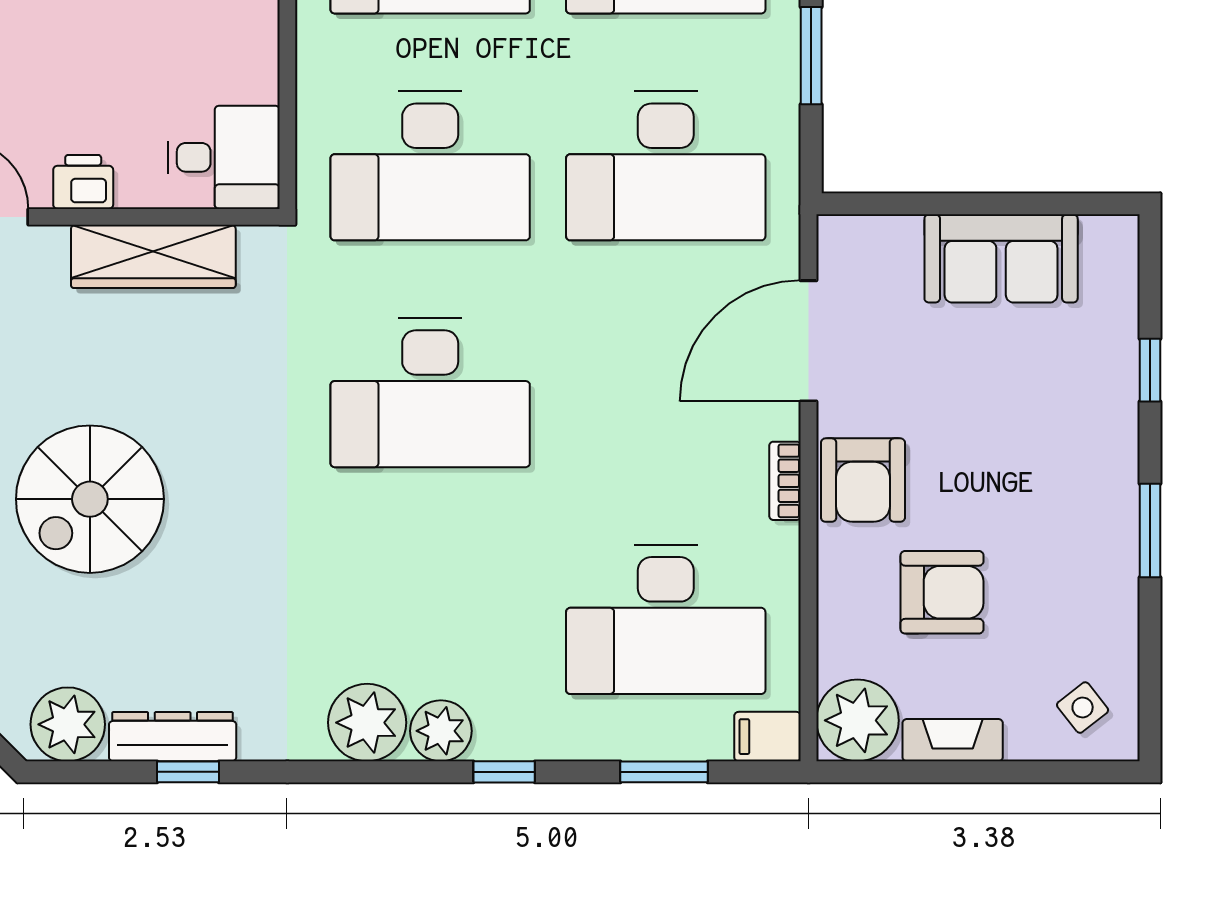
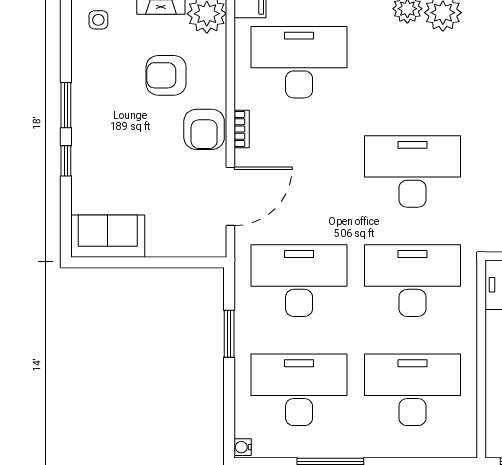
sofa: (1001, 258) -> (108, 236), moved
window: (1150, 370) -> (66, 161), moved
armchair: (863, 480) -> (204, 129), turned 180
side table: (1083, 708) -> (98, 20), turned 38

